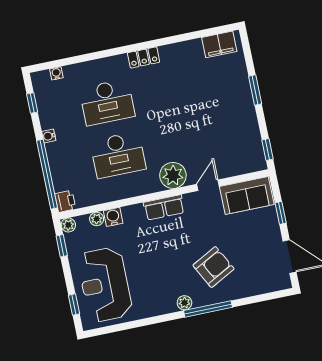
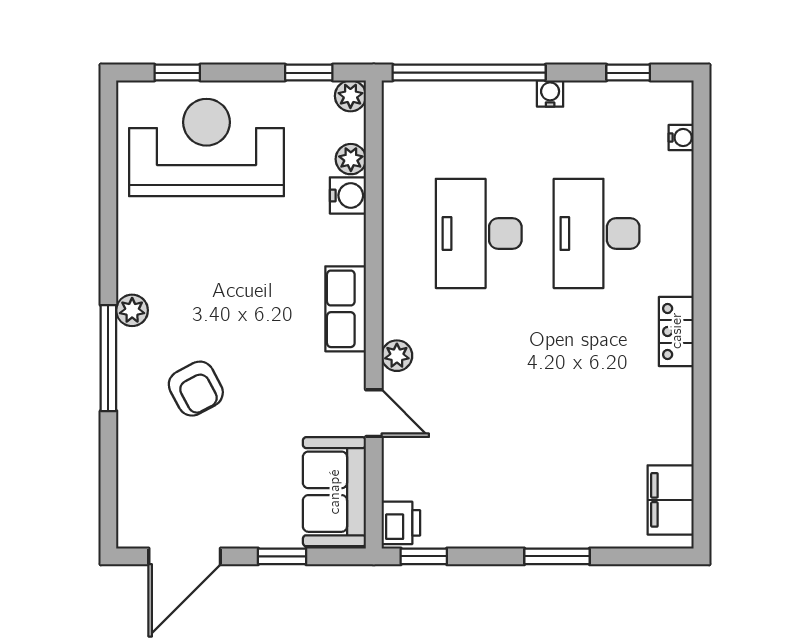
plant: (173, 175) -> (397, 356), width x0.53, depth x0.53
printer: (65, 201) -> (401, 523), moved, turned -90
armchair: (214, 267) -> (196, 389), width x0.72, depth x0.72

